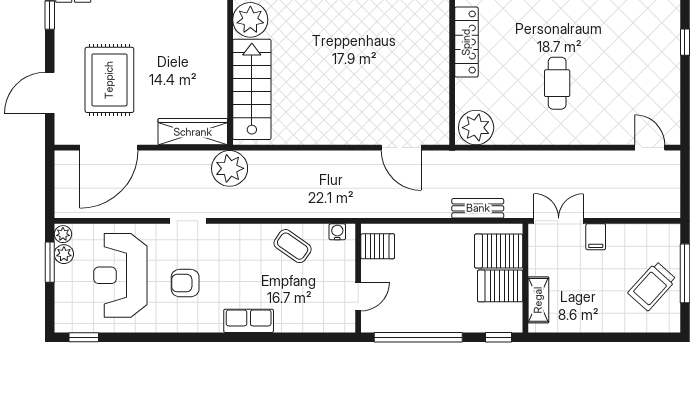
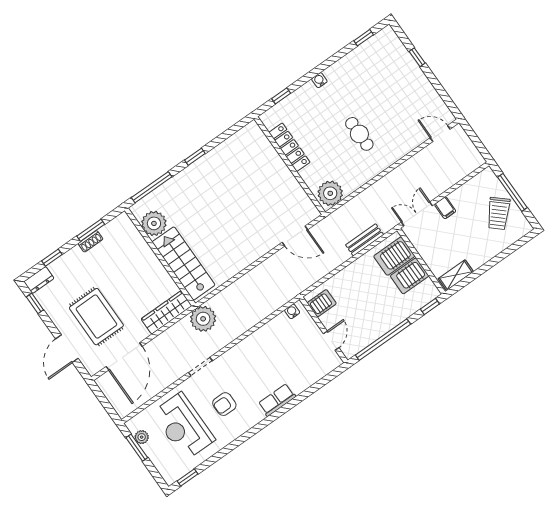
plant: (63, 234) -> (133, 426), removed
coffee table: (293, 246) -> (272, 338), removed
shelving: (538, 300) -> (456, 275), moved, turned 90

